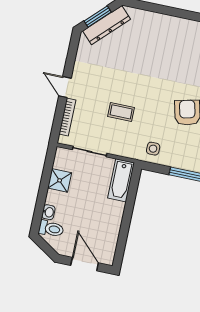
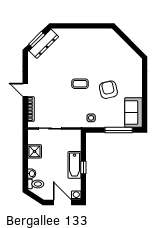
coffee table: (121, 112) -> (80, 84), moved
bathtub: (121, 180) -> (75, 165), moved
window: (126, 219) -> (83, 167), added
washing machine: (107, 258) -> (76, 195), added

